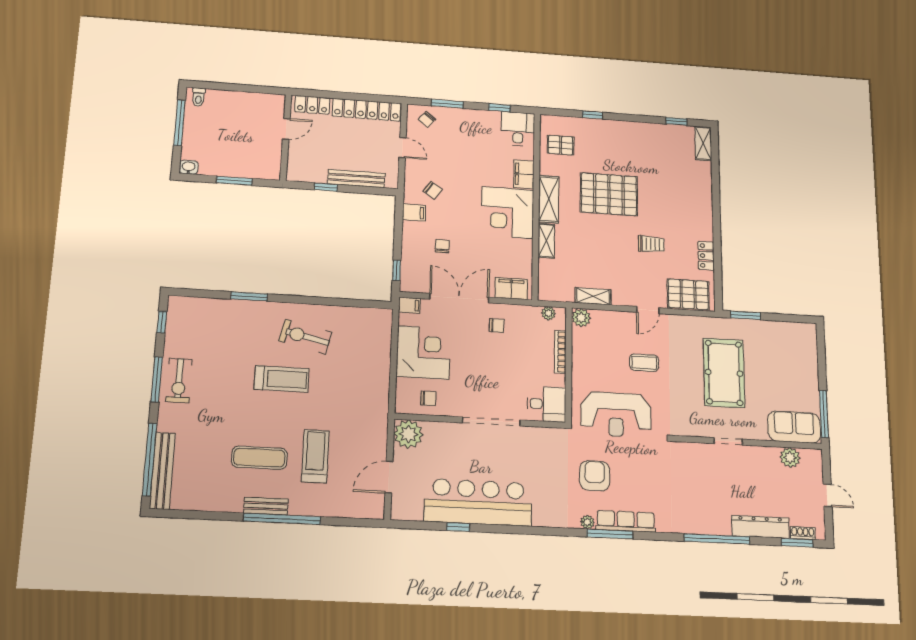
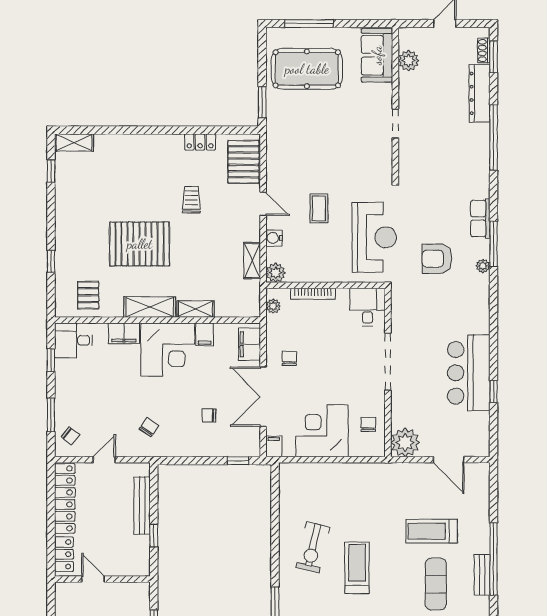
pallet: (609, 194) -> (140, 244), turned 90
filing cabinet: (414, 212) -> (205, 335), moved, turned 180
water cooler: (615, 318) -> (274, 238), added
pool table: (724, 373) -> (307, 69), moved
window: (824, 414) -> (309, 24), moved
bar counter: (478, 502) -> (469, 373), width x0.73
row of seats: (626, 521) -> (480, 218), width x0.68

